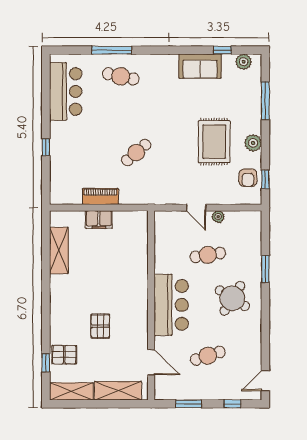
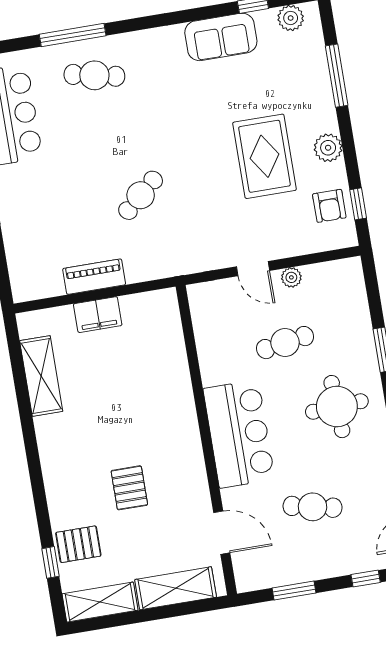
round table: (232, 298) -> (337, 407), turned -35
cafe table: (208, 356) -> (313, 507), turned 30

